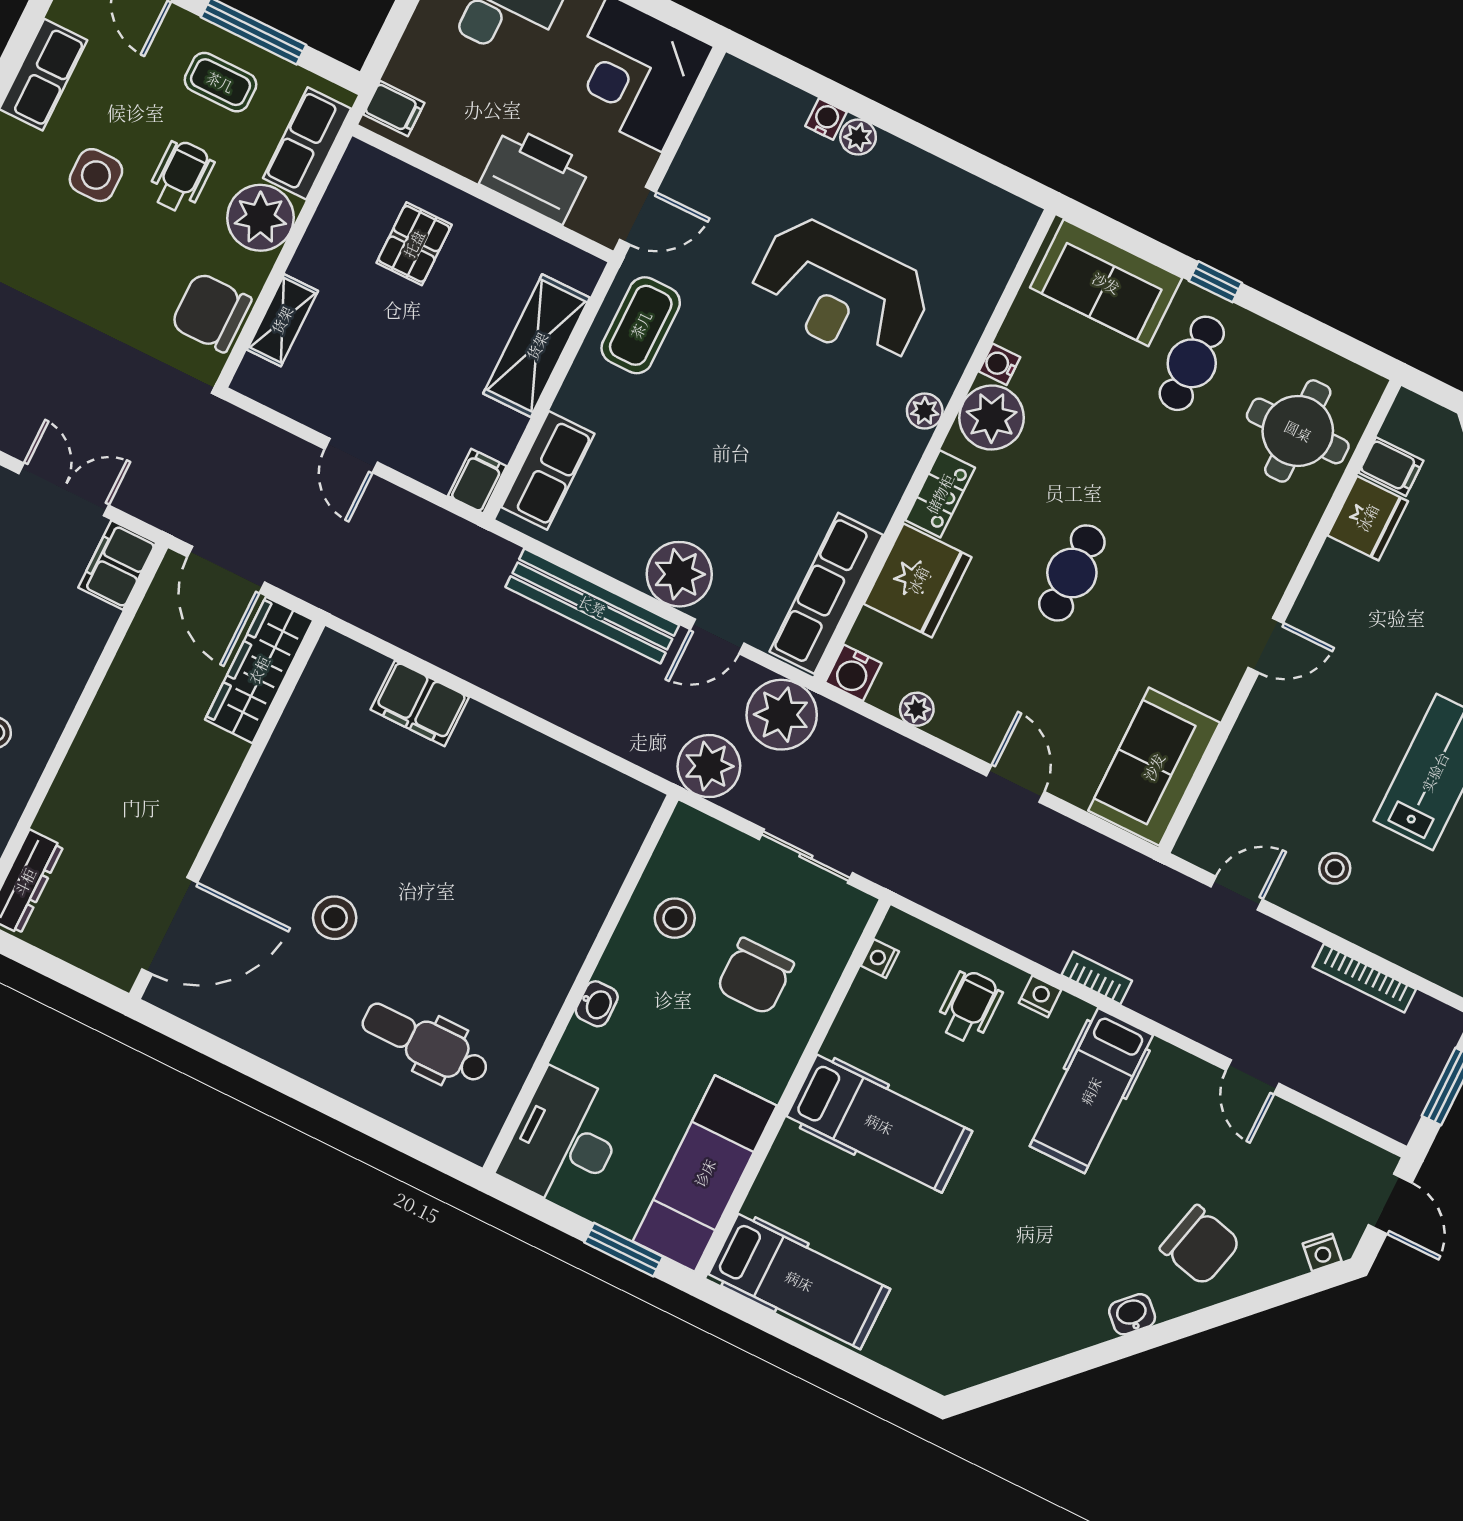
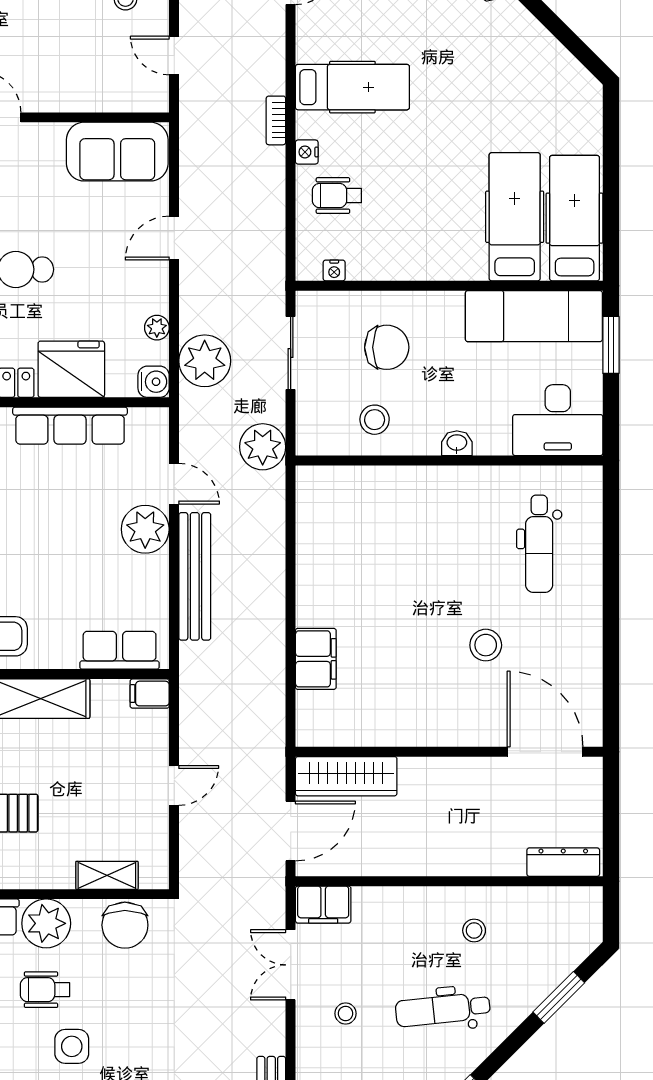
row of seats: (826, 593) -> (70, 426), moved
plant: (782, 715) -> (205, 361), moved
hospital bed: (879, 1124) -> (515, 217), moved

